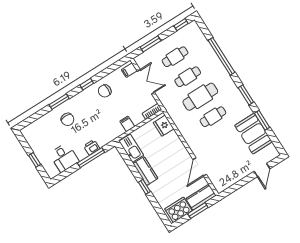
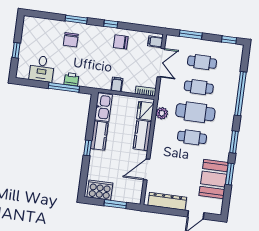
plant: (177, 118) -> (162, 113), added
dresser: (233, 177) -> (167, 201), added
kitchen counter: (201, 197) -> (142, 135), moved, turned -90

